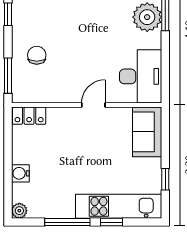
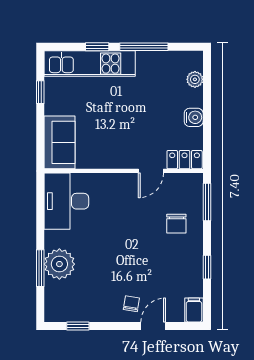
door: (93, 105) -> (151, 171), moved
water cooler: (20, 173) -> (194, 117), moved
plant: (19, 211) -> (195, 79), moved

